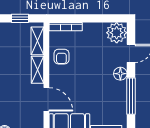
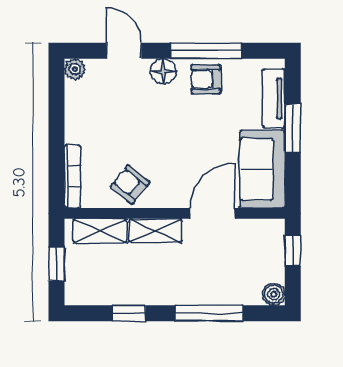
plant: (117, 33) -> (75, 69), width x0.53, depth x0.53
armchair: (61, 57) -> (130, 184), turned -141
armchair: (116, 96) -> (206, 79), added

